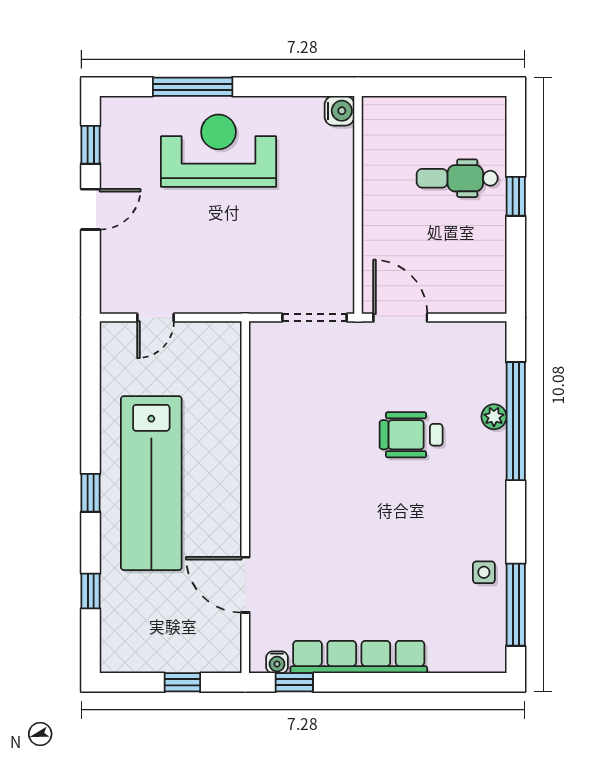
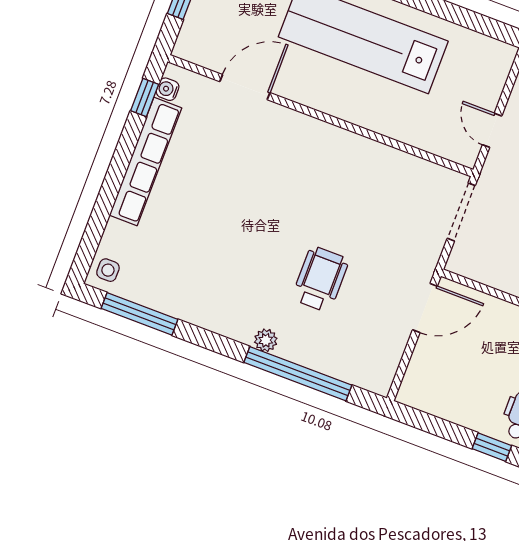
door: (156, 318) -> (492, 130), moved
doorway: (315, 318) -> (461, 212), moved
plant: (494, 417) -> (266, 340), moved
side table: (484, 572) -> (108, 270), moved

